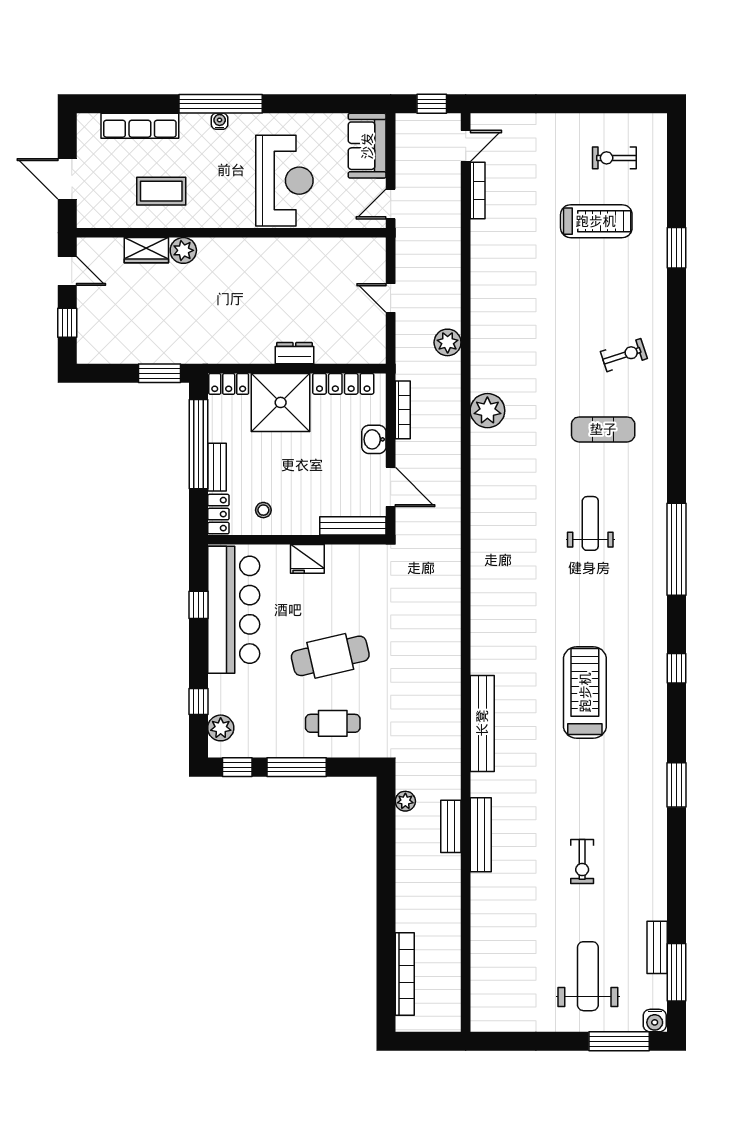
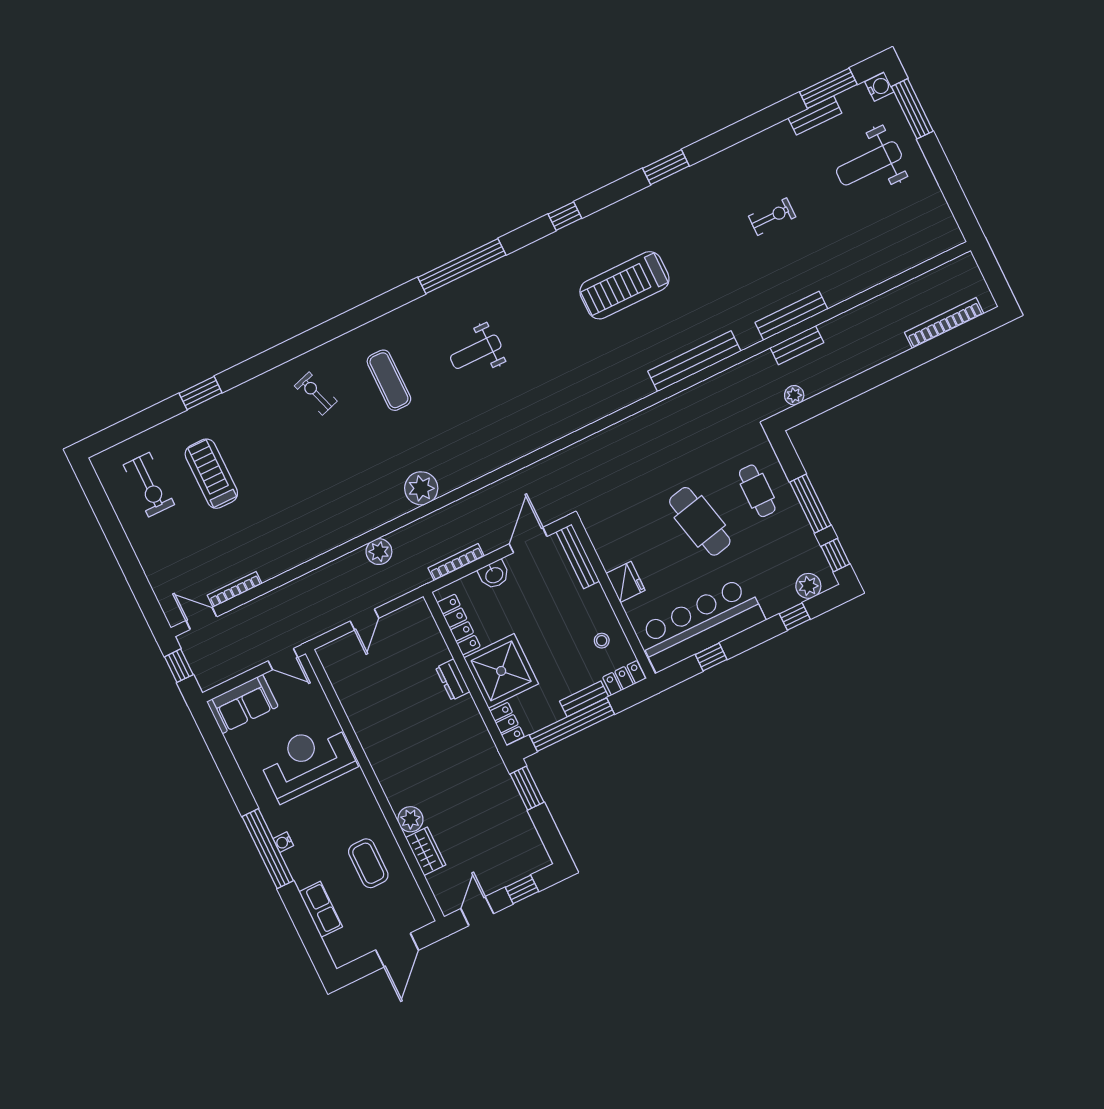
row of seats: (140, 126) -> (321, 909), width x0.68
exercise bike: (614, 158) -> (149, 485), width x1.38, depth x1.39

